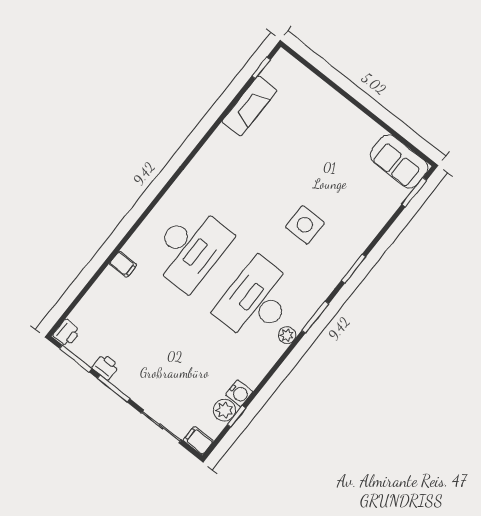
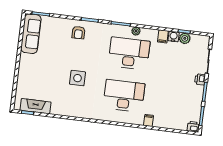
fireplace: (249, 106) -> (35, 106), moved
sofa: (399, 161) -> (31, 34), width x1.36
side table: (305, 225) -> (78, 78), moved
armchair: (344, 237) -> (78, 33), added
desk: (256, 301) -> (129, 53), turned 180
printer: (105, 367) -> (200, 79), moved
filing cabinet: (198, 441) -> (163, 36), moved

